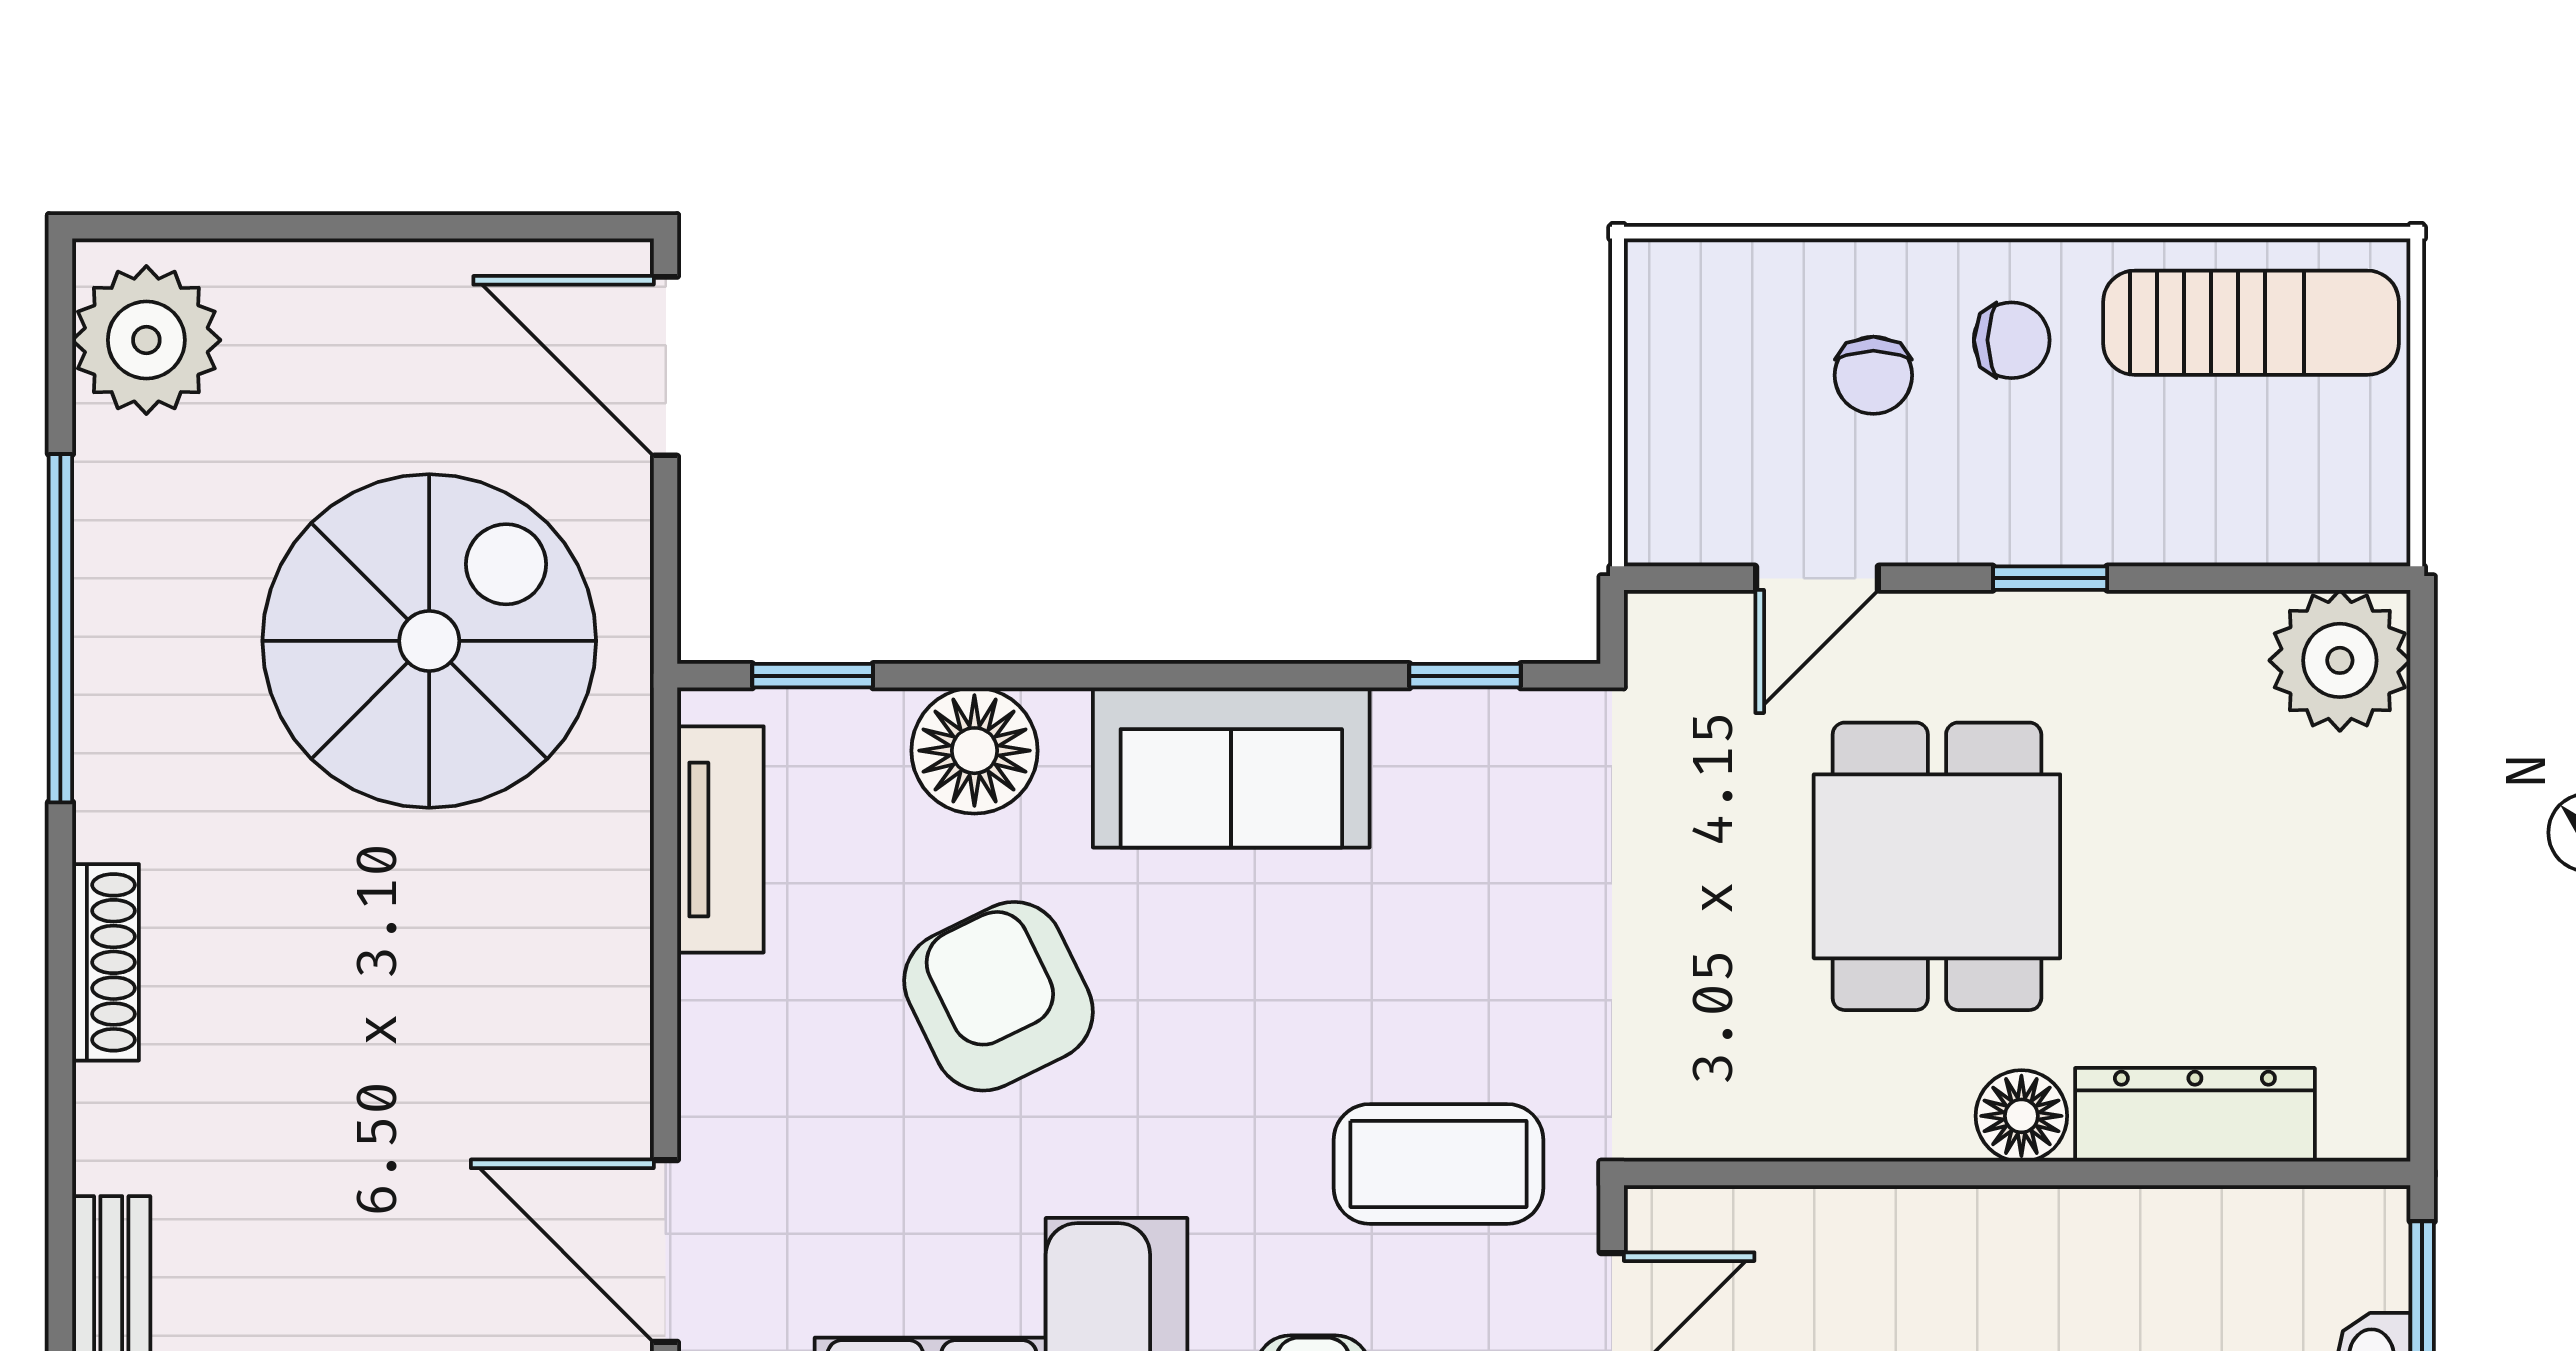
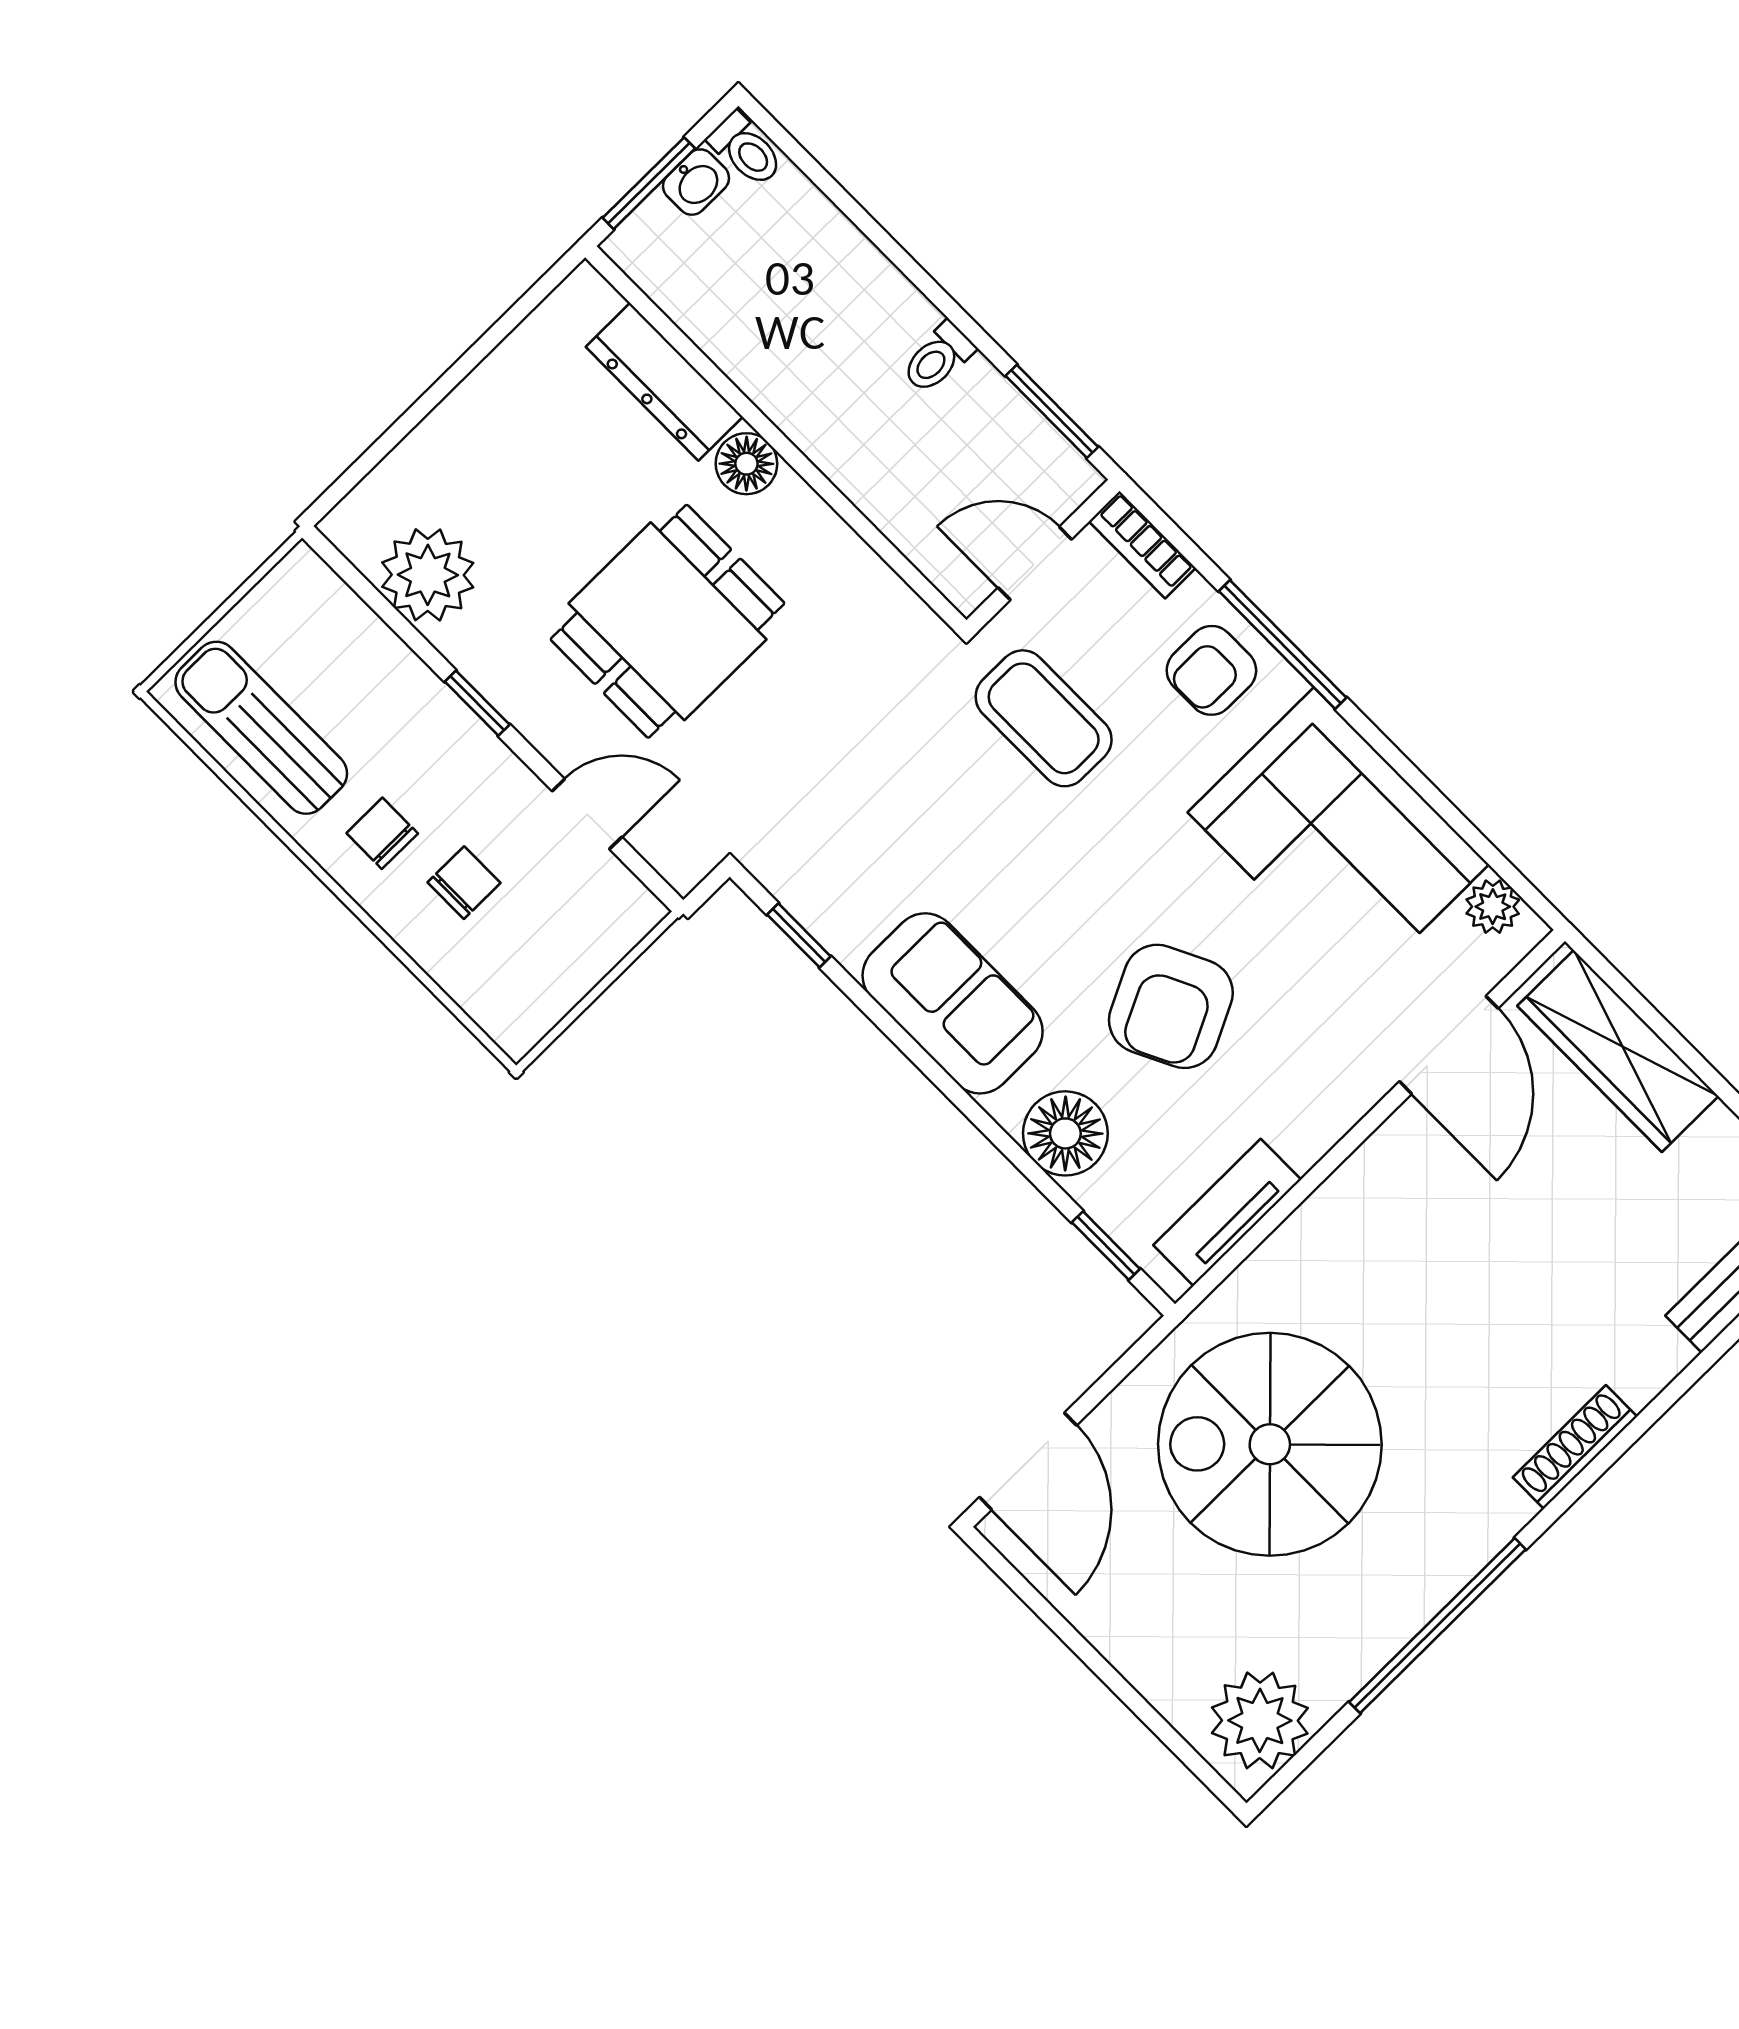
plant: (2340, 660) -> (428, 575), moved

